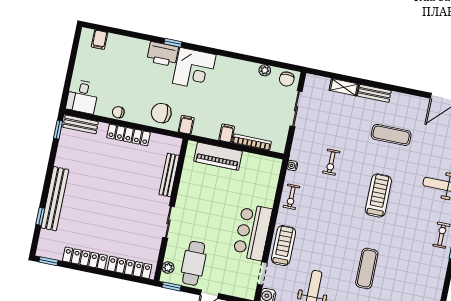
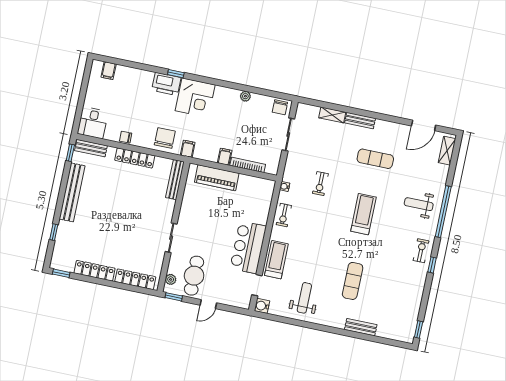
plant: (265, 70) -> (245, 96), moved
chair: (161, 113) -> (165, 138), turned 90
bench: (169, 175) -> (175, 180), moved
bench: (55, 199) -> (72, 192), moved

